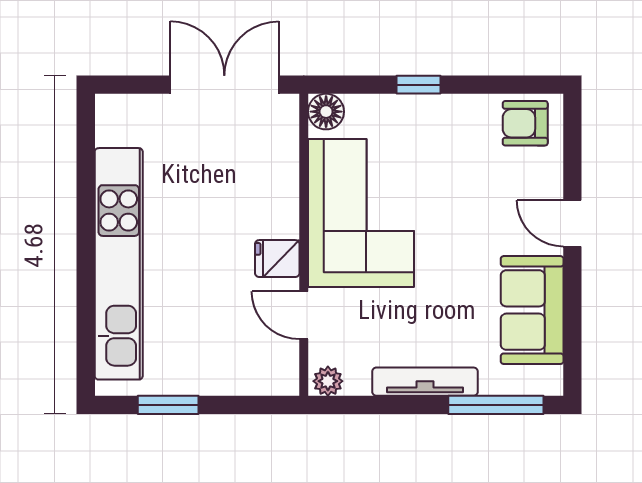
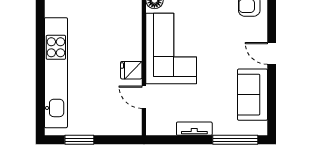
plant: (328, 381) -> (155, 128), removed
tv unit: (425, 382) -> (194, 129), width x0.71

